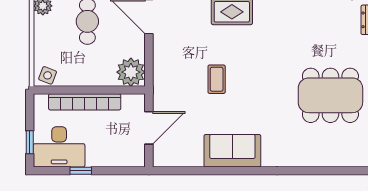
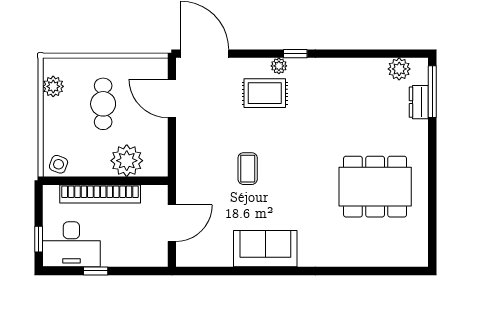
plant: (131, 72) -> (127, 161), moved

